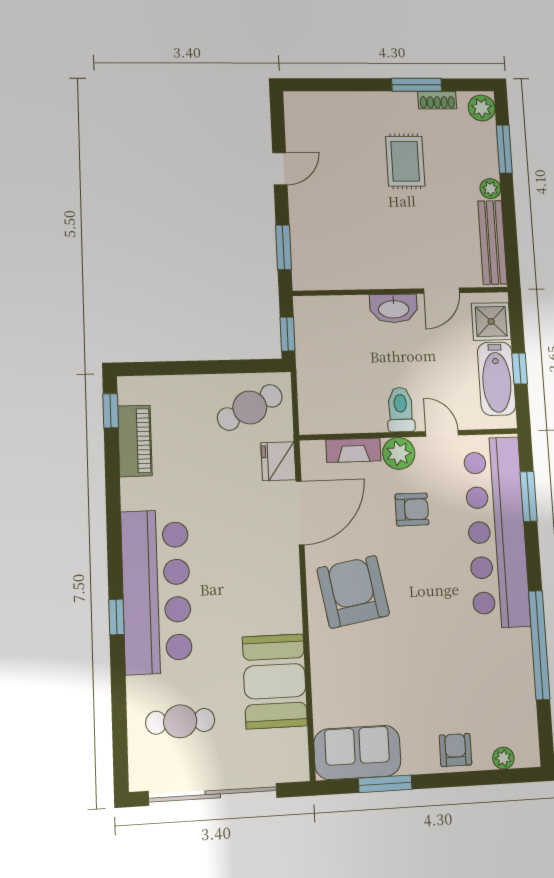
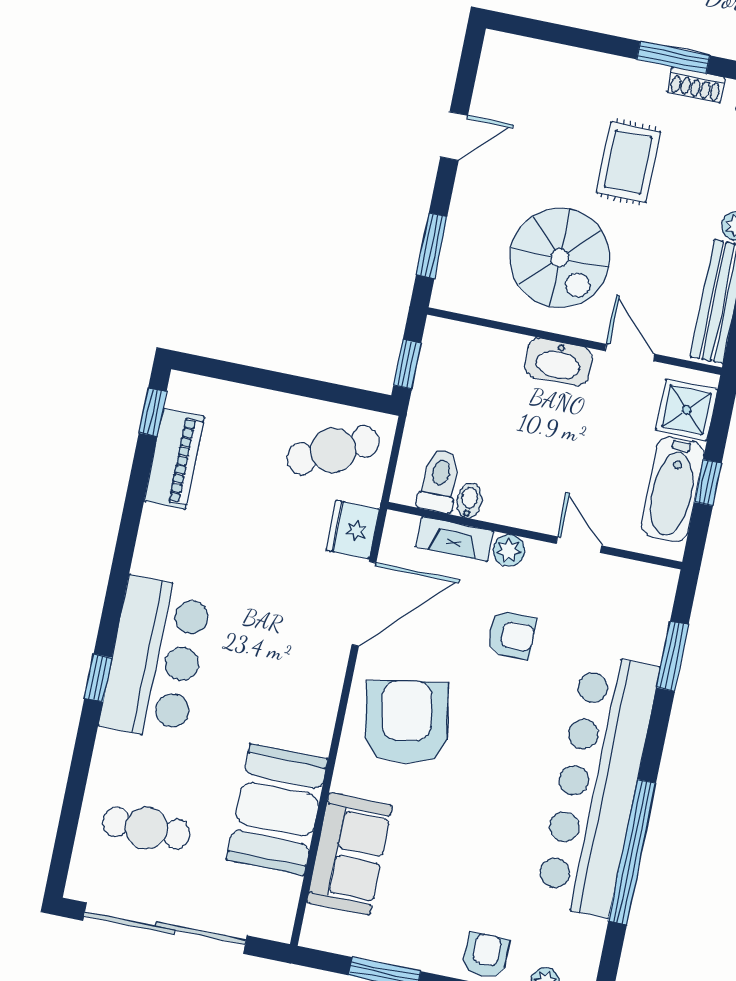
spiral stairs: (376, 236) -> (560, 258), added
door: (441, 291) -> (630, 352), swing flipped
toilet: (401, 409) -> (439, 481), moved
bidet: (357, 420) -> (469, 500), added
plant: (399, 453) -> (509, 550), width x0.73, depth x0.73
bar counter: (497, 532) -> (597, 785), moved
bar counter: (156, 591) -> (156, 659), width x0.73
sofa: (357, 752) -> (350, 854), moved, turned 90

